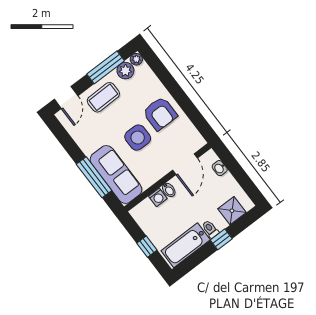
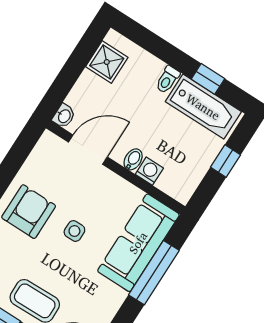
side table: (138, 138) -> (74, 231), width x0.54, depth x0.54
washbasin: (220, 168) -> (64, 116), moved
shower: (232, 211) -> (107, 62), moved
window: (221, 239) -> (208, 79), moved

